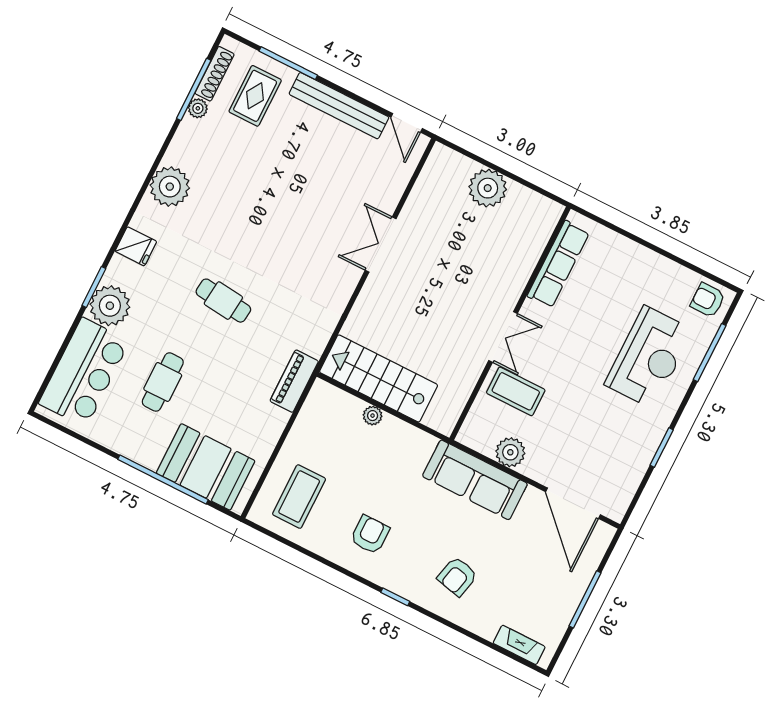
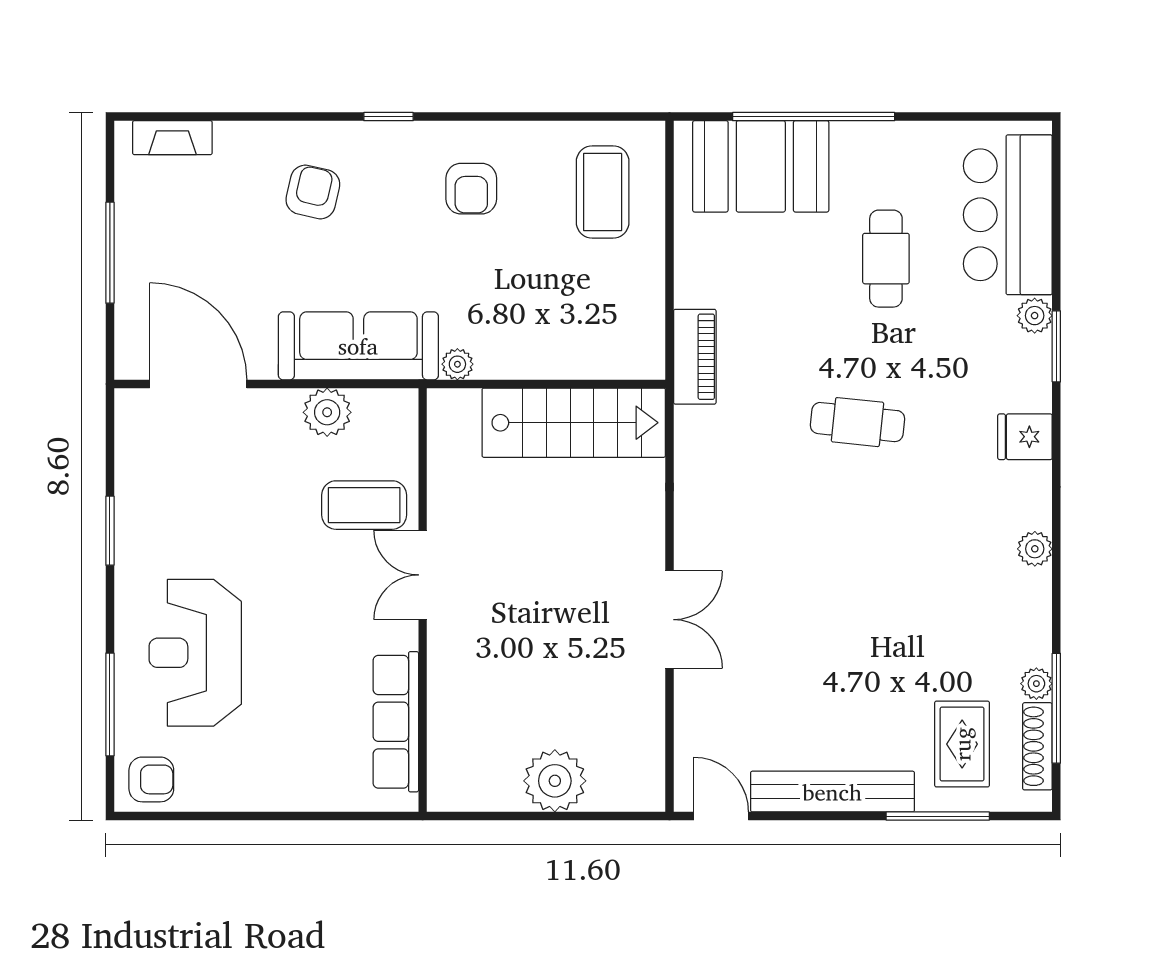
plant: (170, 187) -> (1035, 549), width x0.53, depth x0.53
plant: (110, 306) -> (1035, 316), width x0.53, depth x0.53
plant: (373, 416) -> (457, 364), moved

